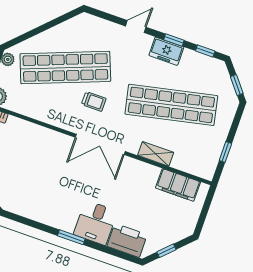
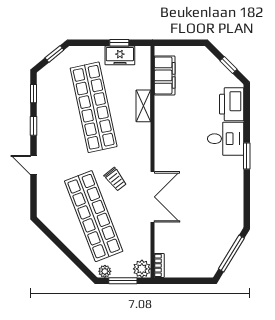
freezer: (166, 51) -> (120, 55), moved, turned 90
trolley: (94, 101) -> (115, 179), turned 142
double door: (100, 144) -> (153, 197), moved

